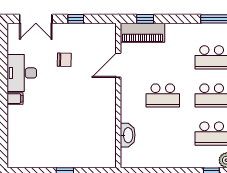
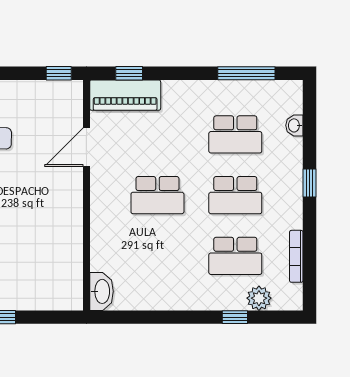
window: (76, 19) -> (59, 73), moved
washbasin: (128, 135) -> (101, 291), moved

